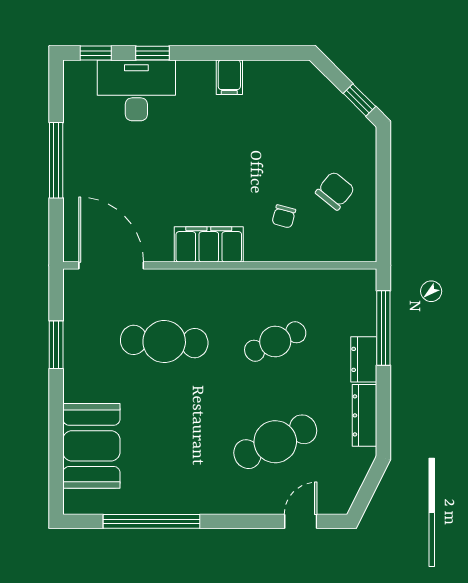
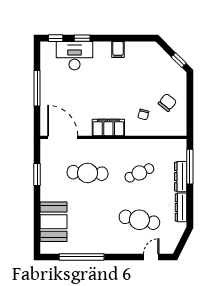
dresser: (364, 359) -> (181, 177), width x1.44
cafe table: (275, 442) -> (139, 220), turned 36

